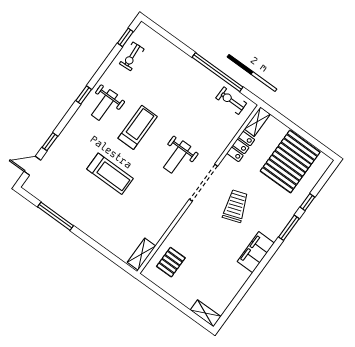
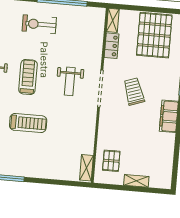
exercise bike: (231, 101) -> (39, 24), moved, width x1.38, depth x1.39
shelving: (206, 313) -> (136, 181), moved

